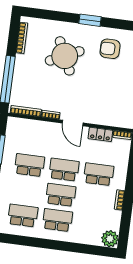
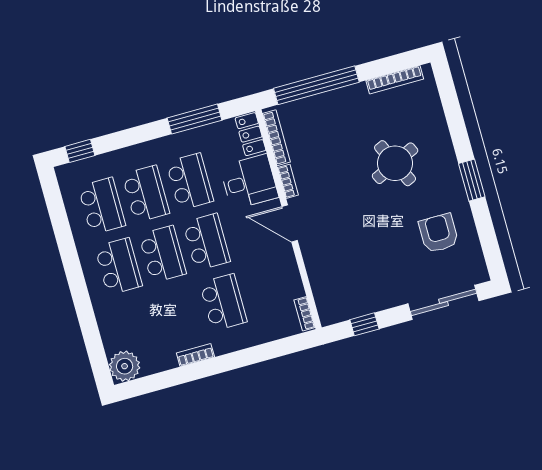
round table: (65, 56) -> (395, 163), width x0.73, depth x0.73
door: (73, 123) -> (290, 223), hinge flipped
locker: (100, 134) -> (251, 134), moved
desk: (42, 135) -> (249, 182), added
school desk: (26, 190) -> (146, 194), added

